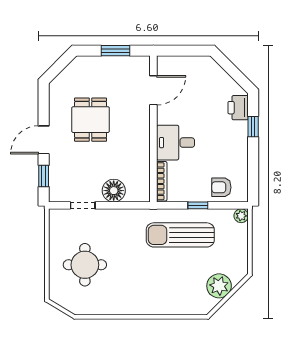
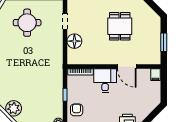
filing cabinet: (166, 64) -> (155, 75), added
door: (153, 90) -> (127, 66), moved
dining table: (91, 120) -> (120, 26), turned 90
sun lounger: (180, 235) -> (46, 84), removed

